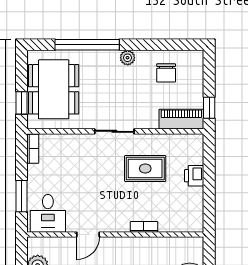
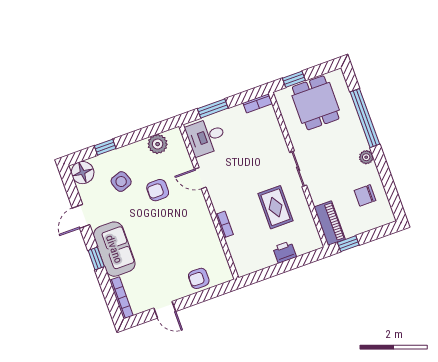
dining table: (54, 89) -> (316, 103), width x0.73

